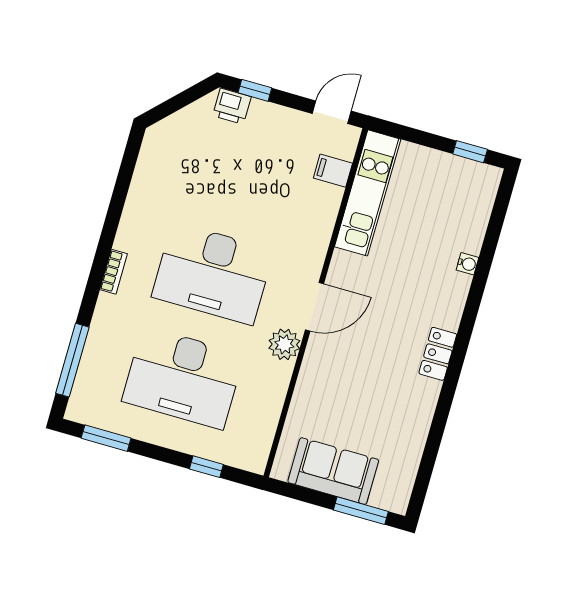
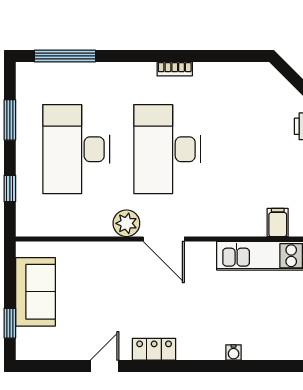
bookcase: (114, 272) -> (175, 69), moved
door: (441, 416) -> (105, 366), added
window: (106, 438) -> (10, 120), moved
window: (361, 511) -> (10, 323), width x0.67

